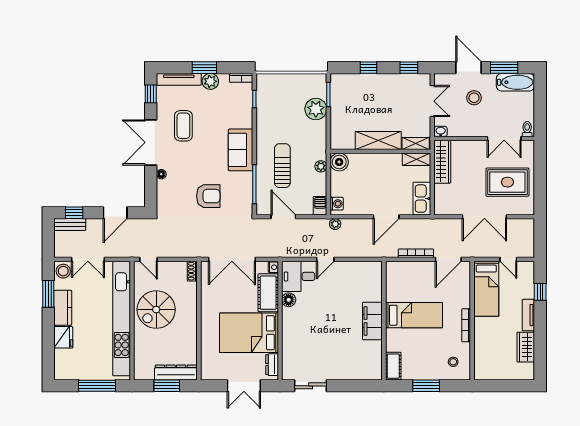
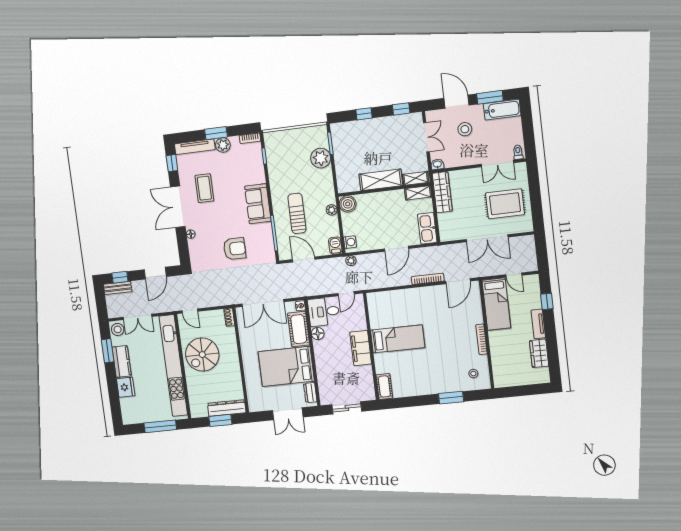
bed: (414, 315) -> (398, 339), moved
filing cabinet: (372, 321) -> (361, 348), moved
wall: (384, 321) -> (371, 347), moved
cot: (393, 366) -> (384, 386), moved

